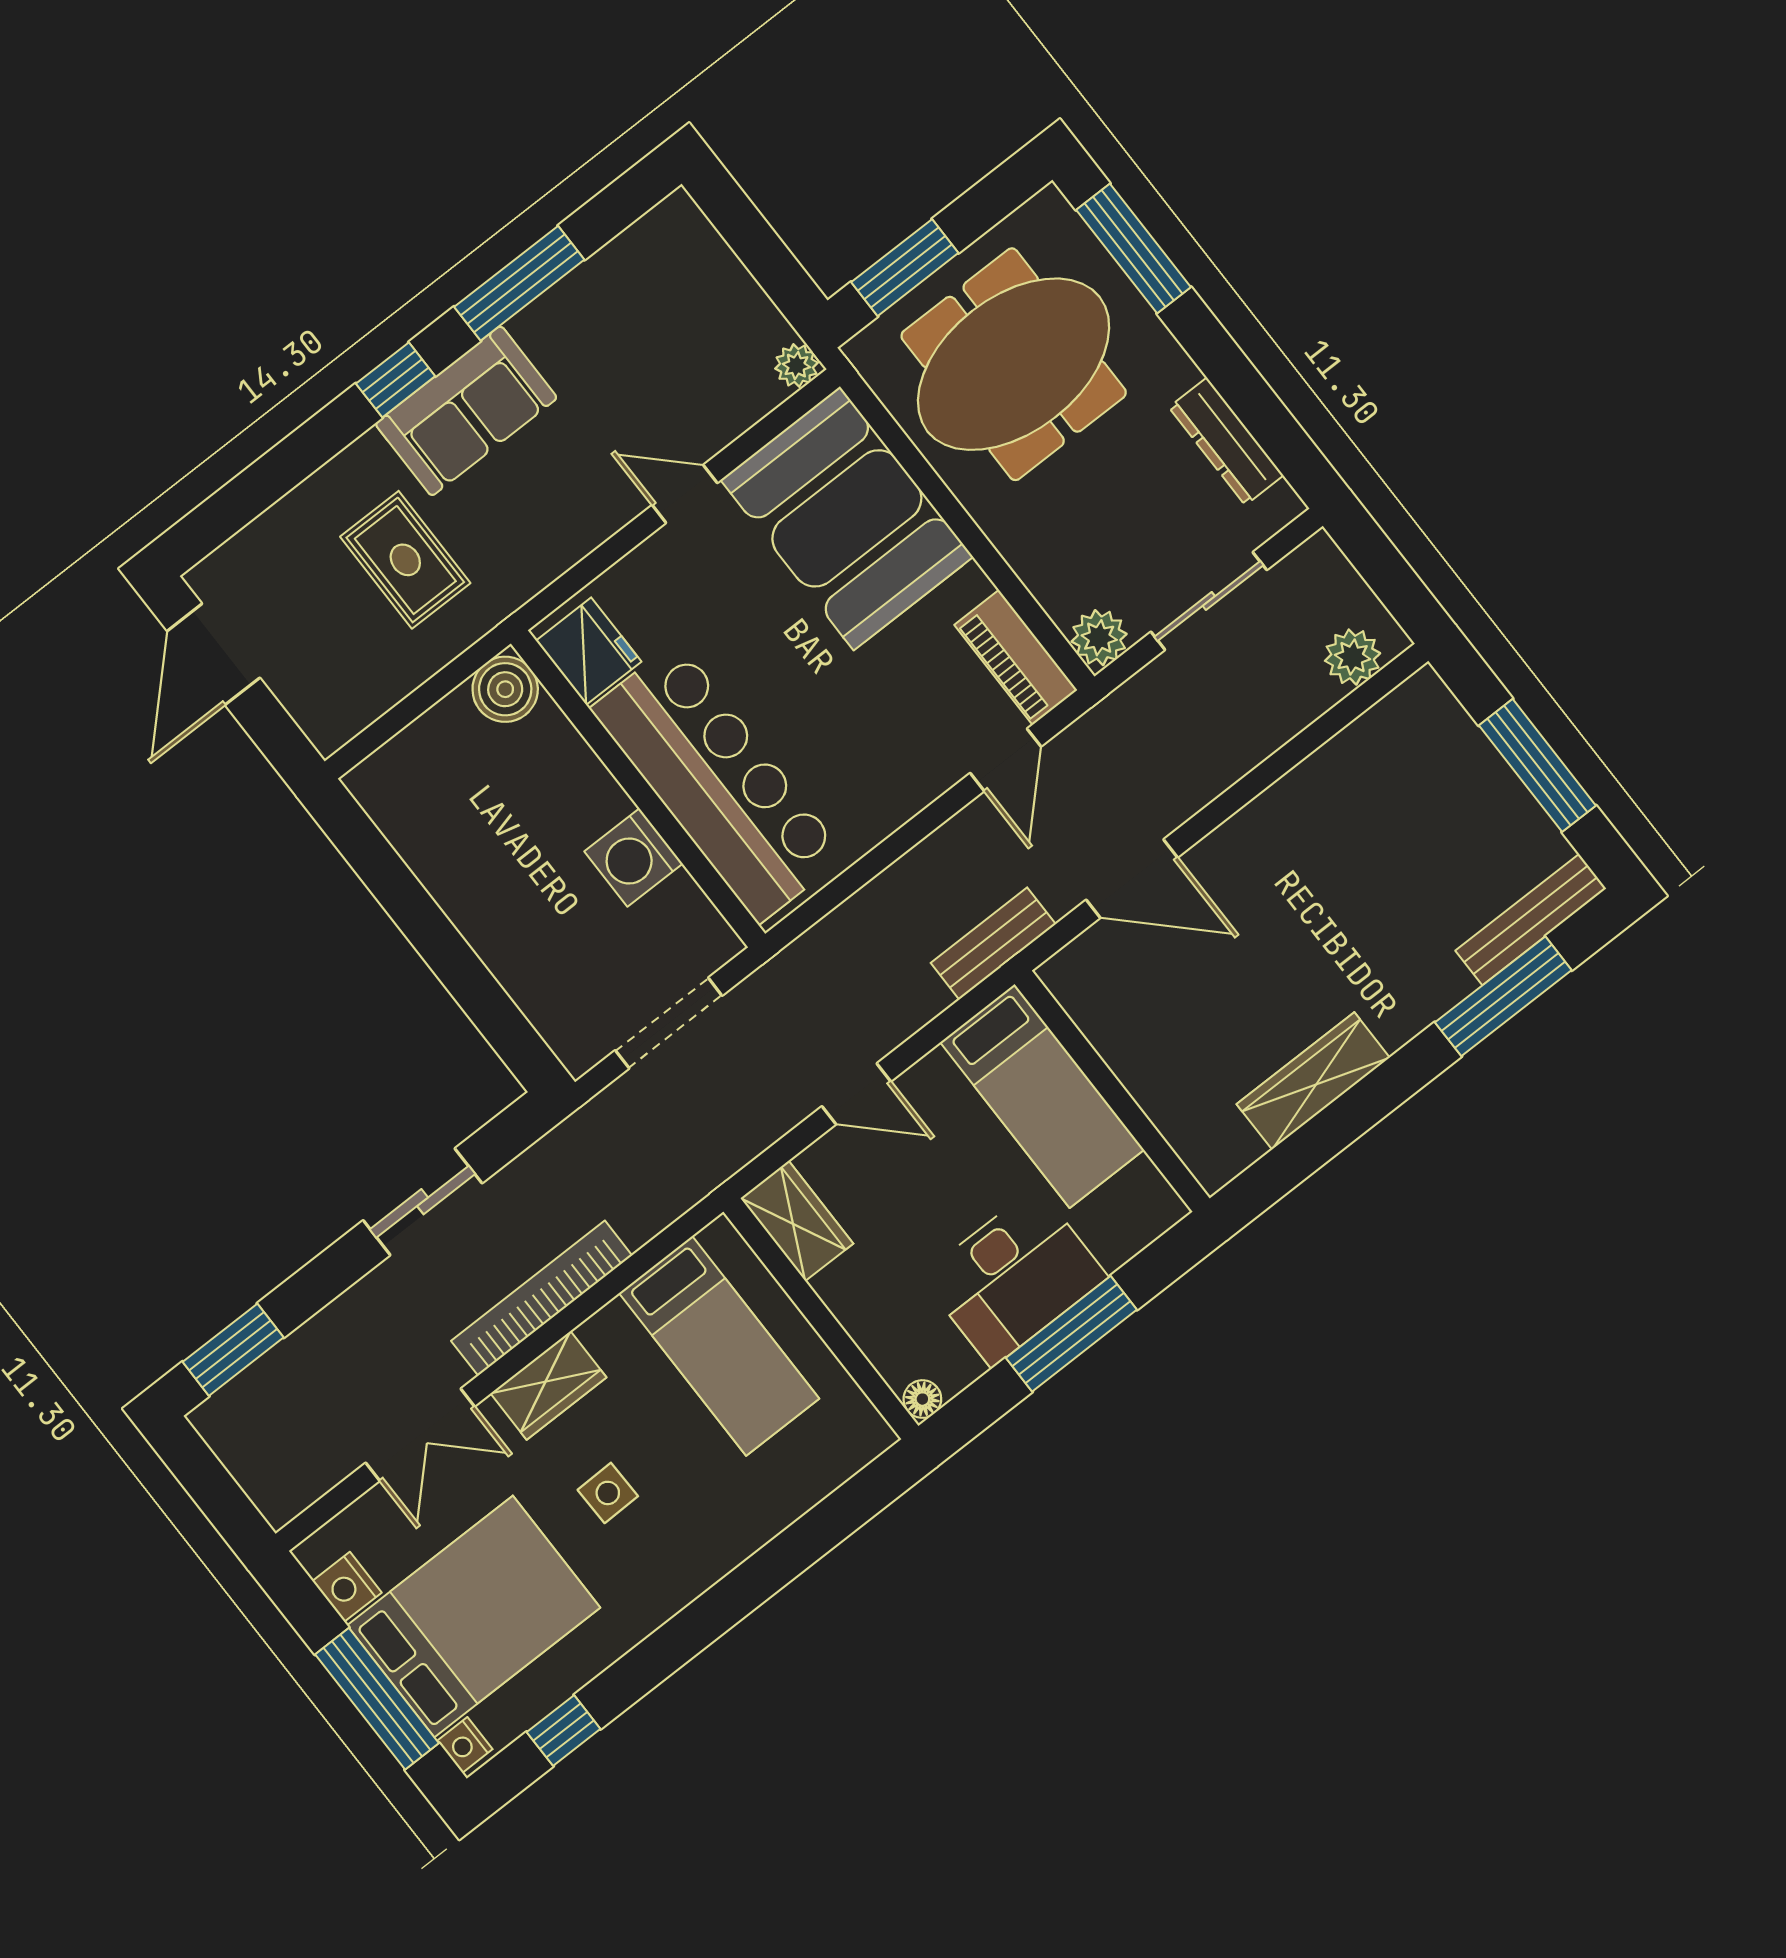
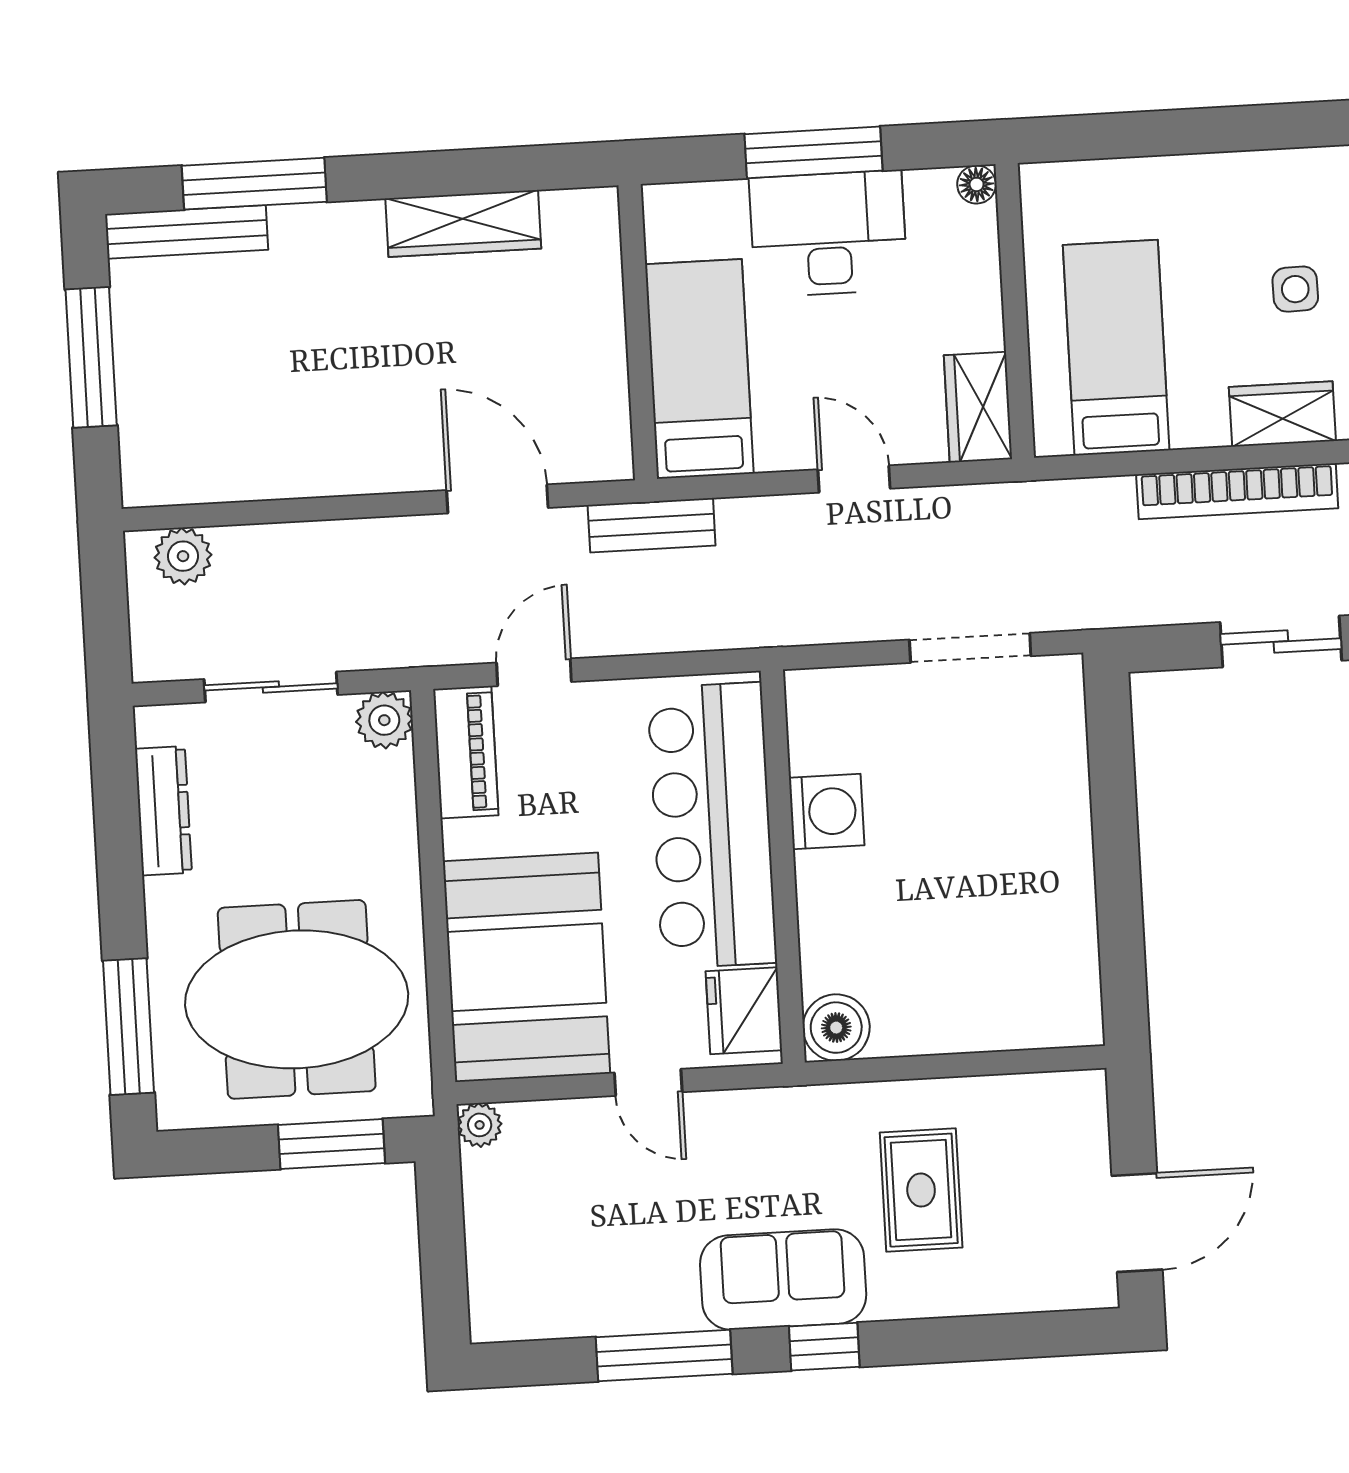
fridge: (589, 651) -> (744, 1011), moved
boiler: (505, 689) -> (836, 1028), moved
bar counter: (718, 782) -> (712, 825), moved
wall: (638, 789) -> (783, 867), moved
washing machine: (634, 858) -> (827, 811), moved

